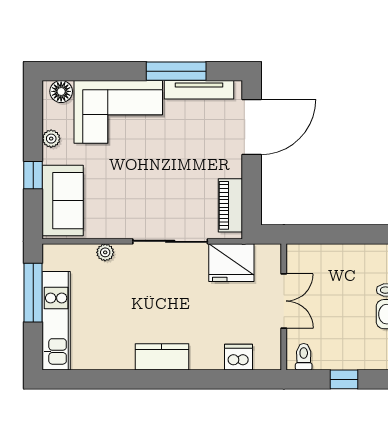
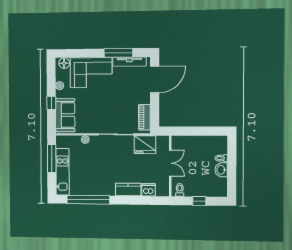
kitchen counter: (162, 357) -> (128, 189), moved
window: (111, 379) -> (88, 200), added

